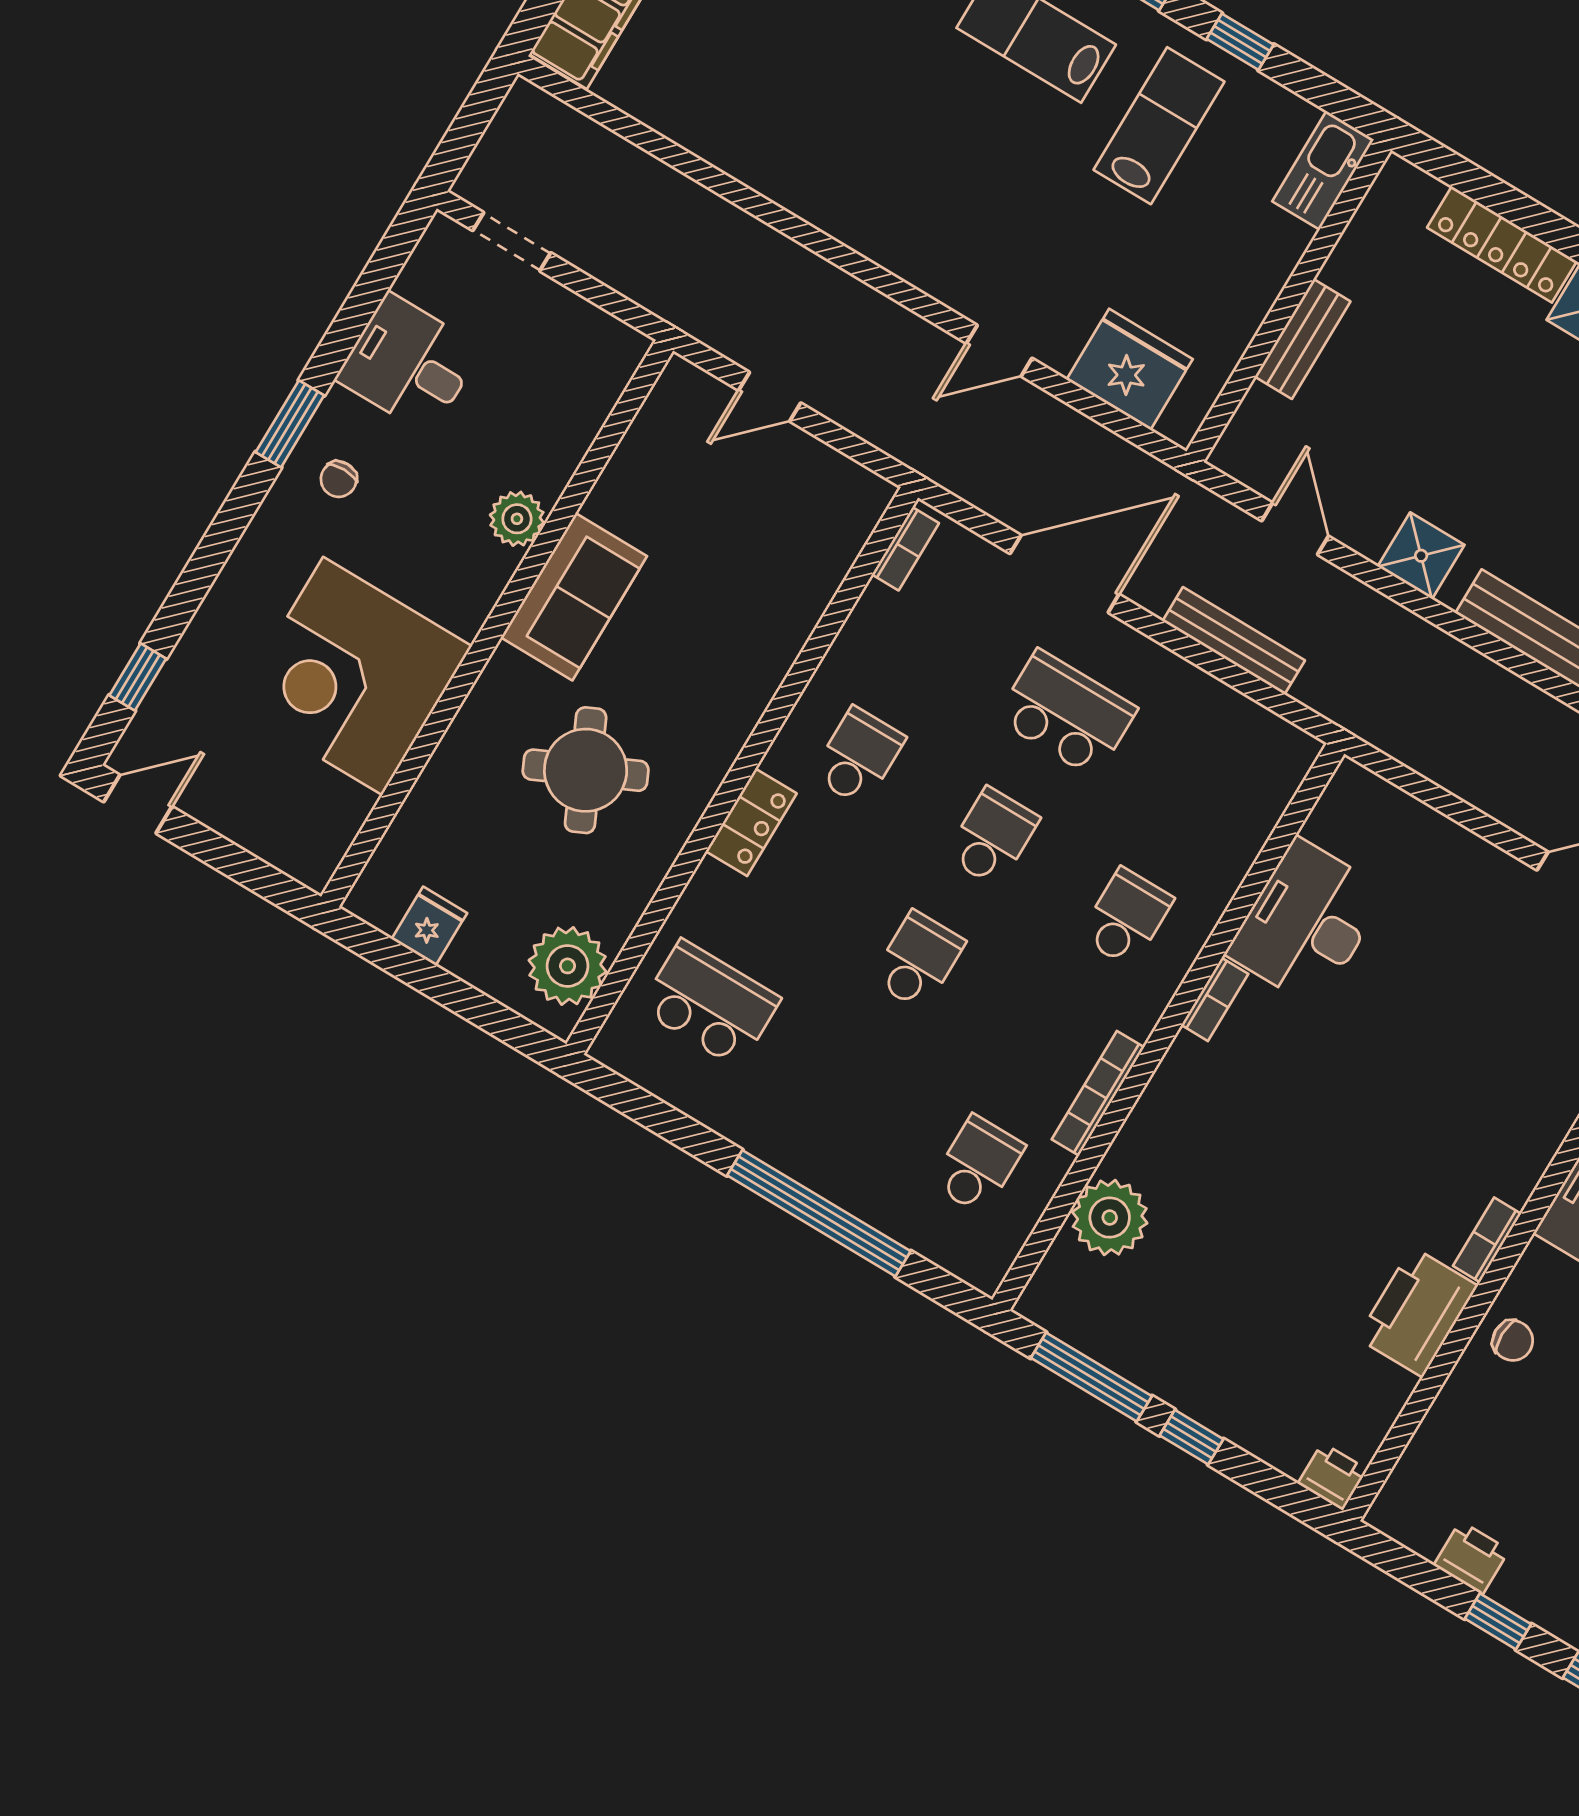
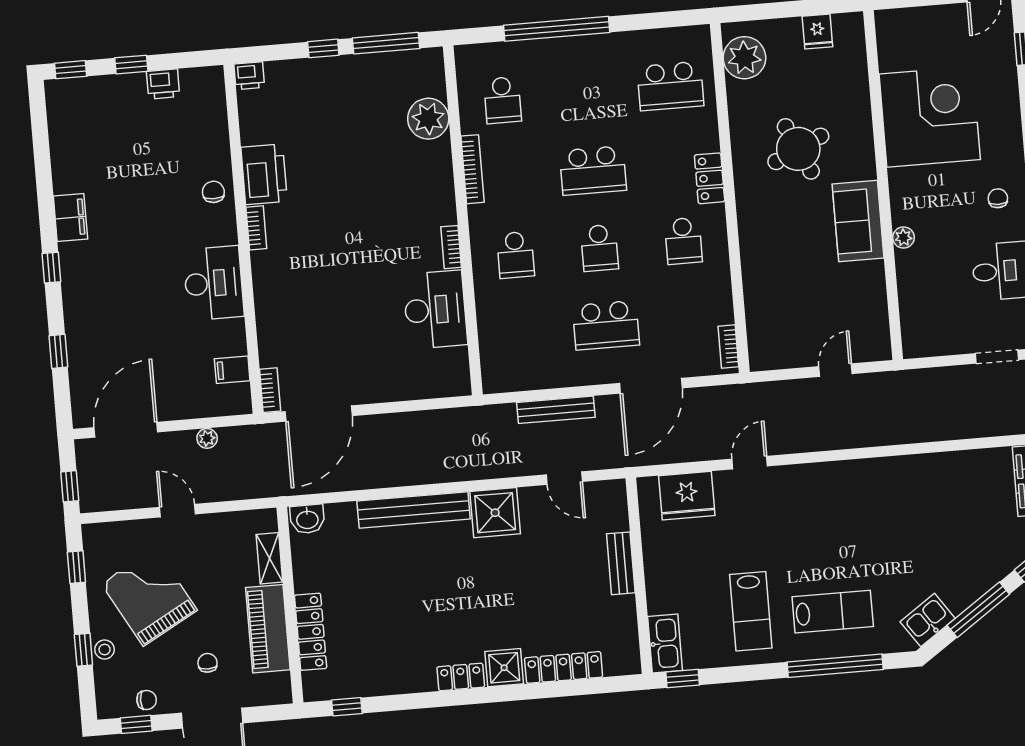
window: (1240, 42) -> (683, 679), moved
plant: (517, 519) -> (903, 237), width x0.73, depth x0.73
shower: (1421, 556) -> (495, 513), width x1.36, depth x1.36
school desk: (918, 961) -> (593, 171), width x1.85
chair: (1513, 1341) -> (213, 192), turned 90

